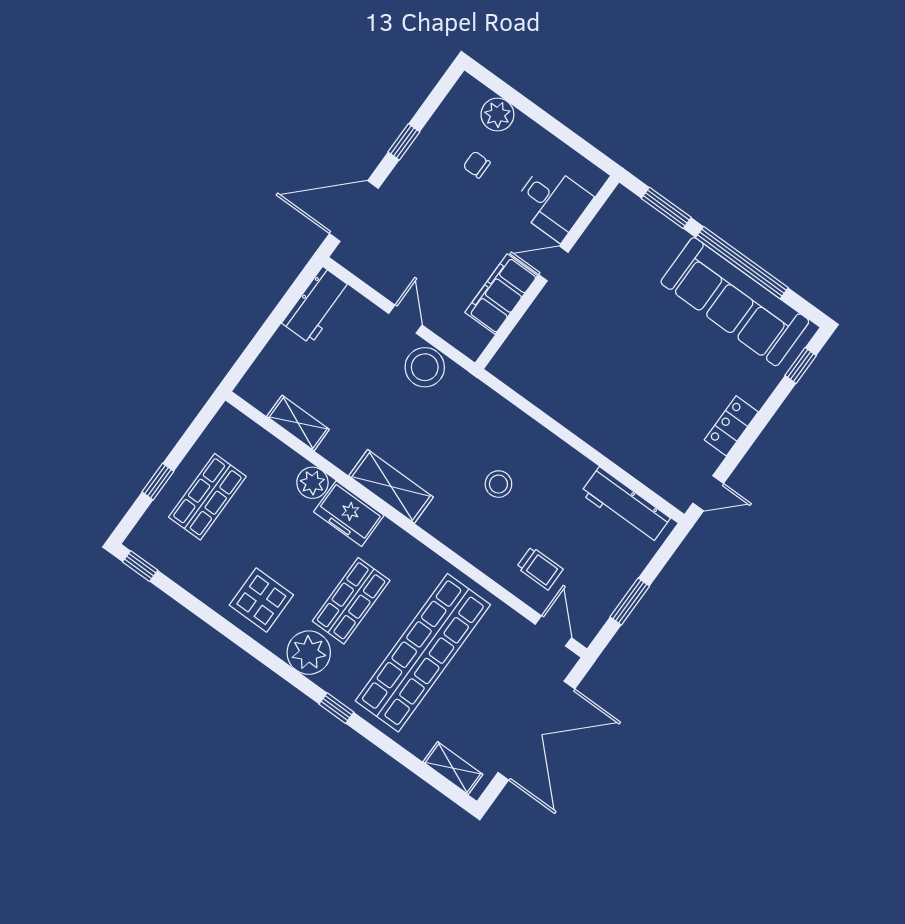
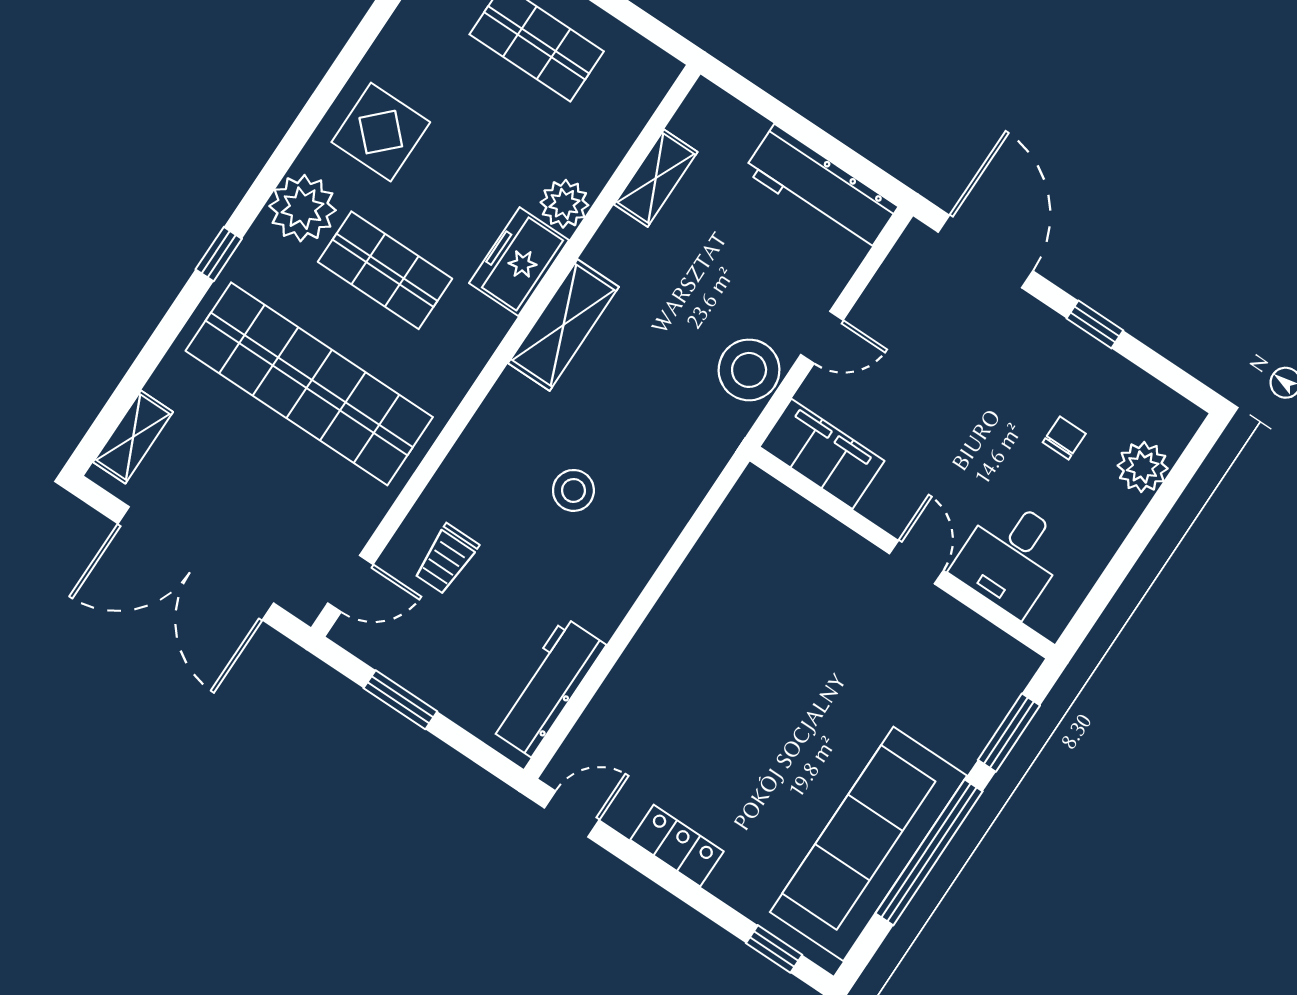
filing cabinet: (501, 294) -> (822, 454), moved
workbench: (317, 305) -> (821, 189), width x1.38
door: (708, 493) -> (572, 814), swing flipped

